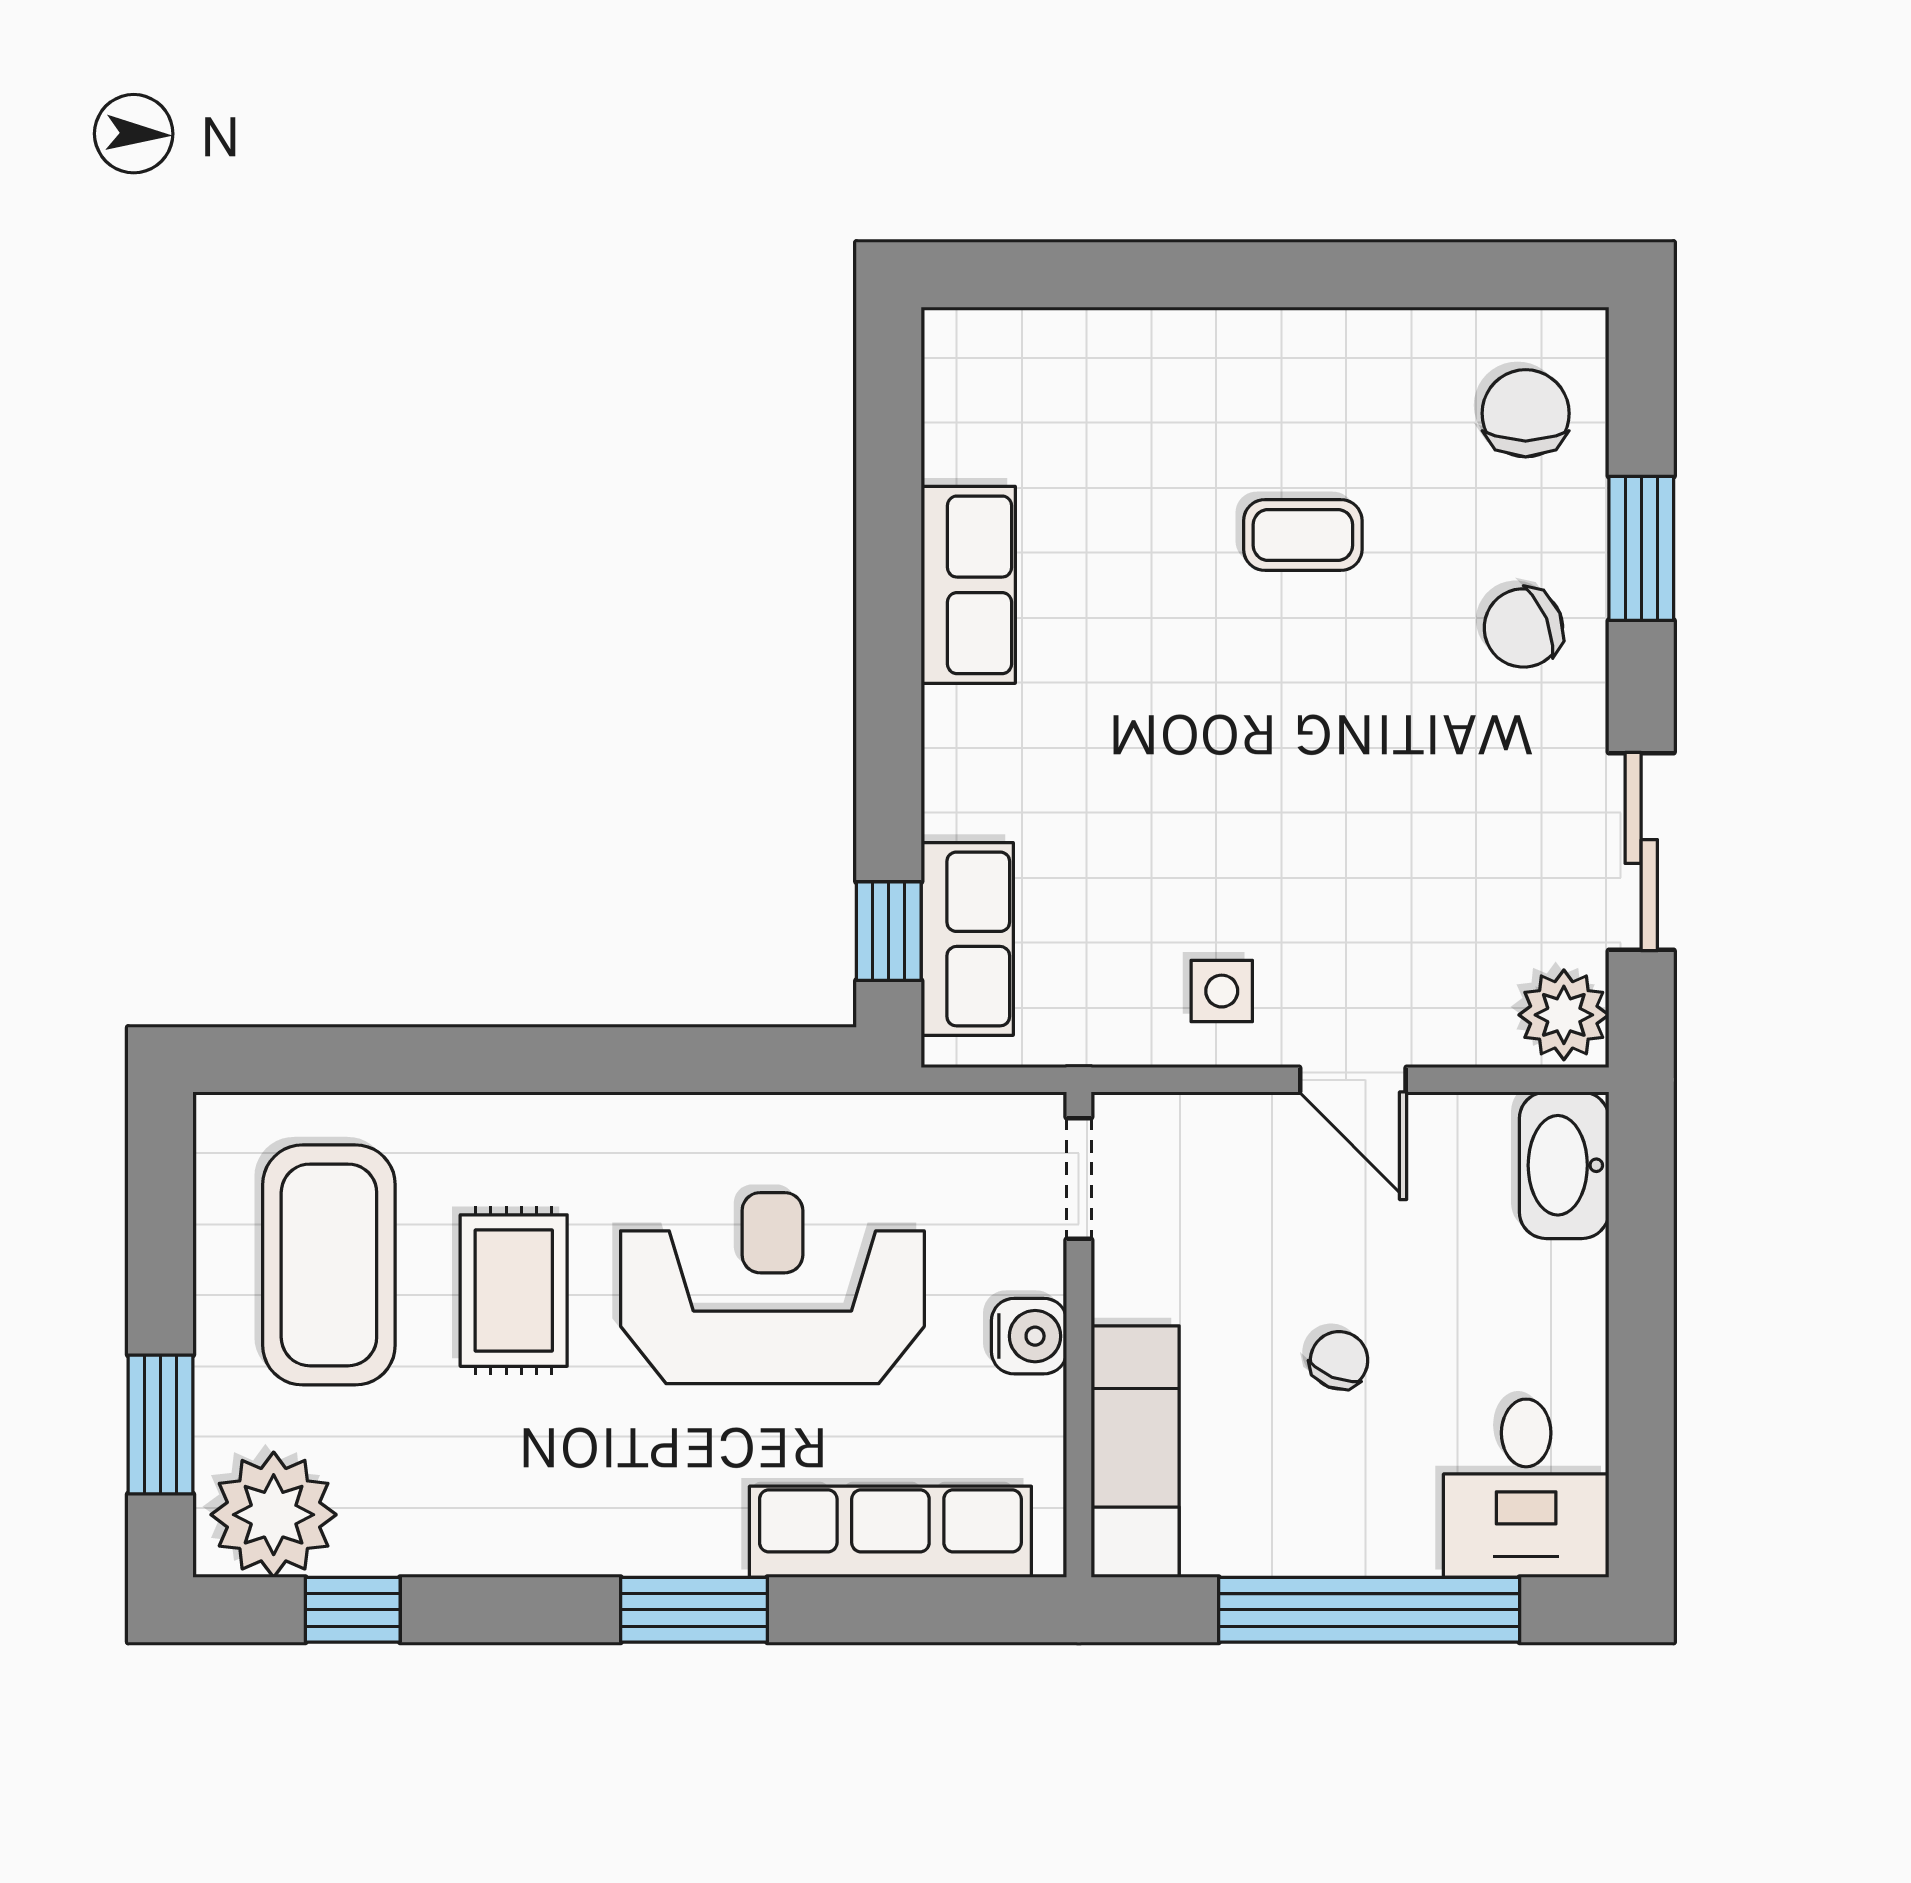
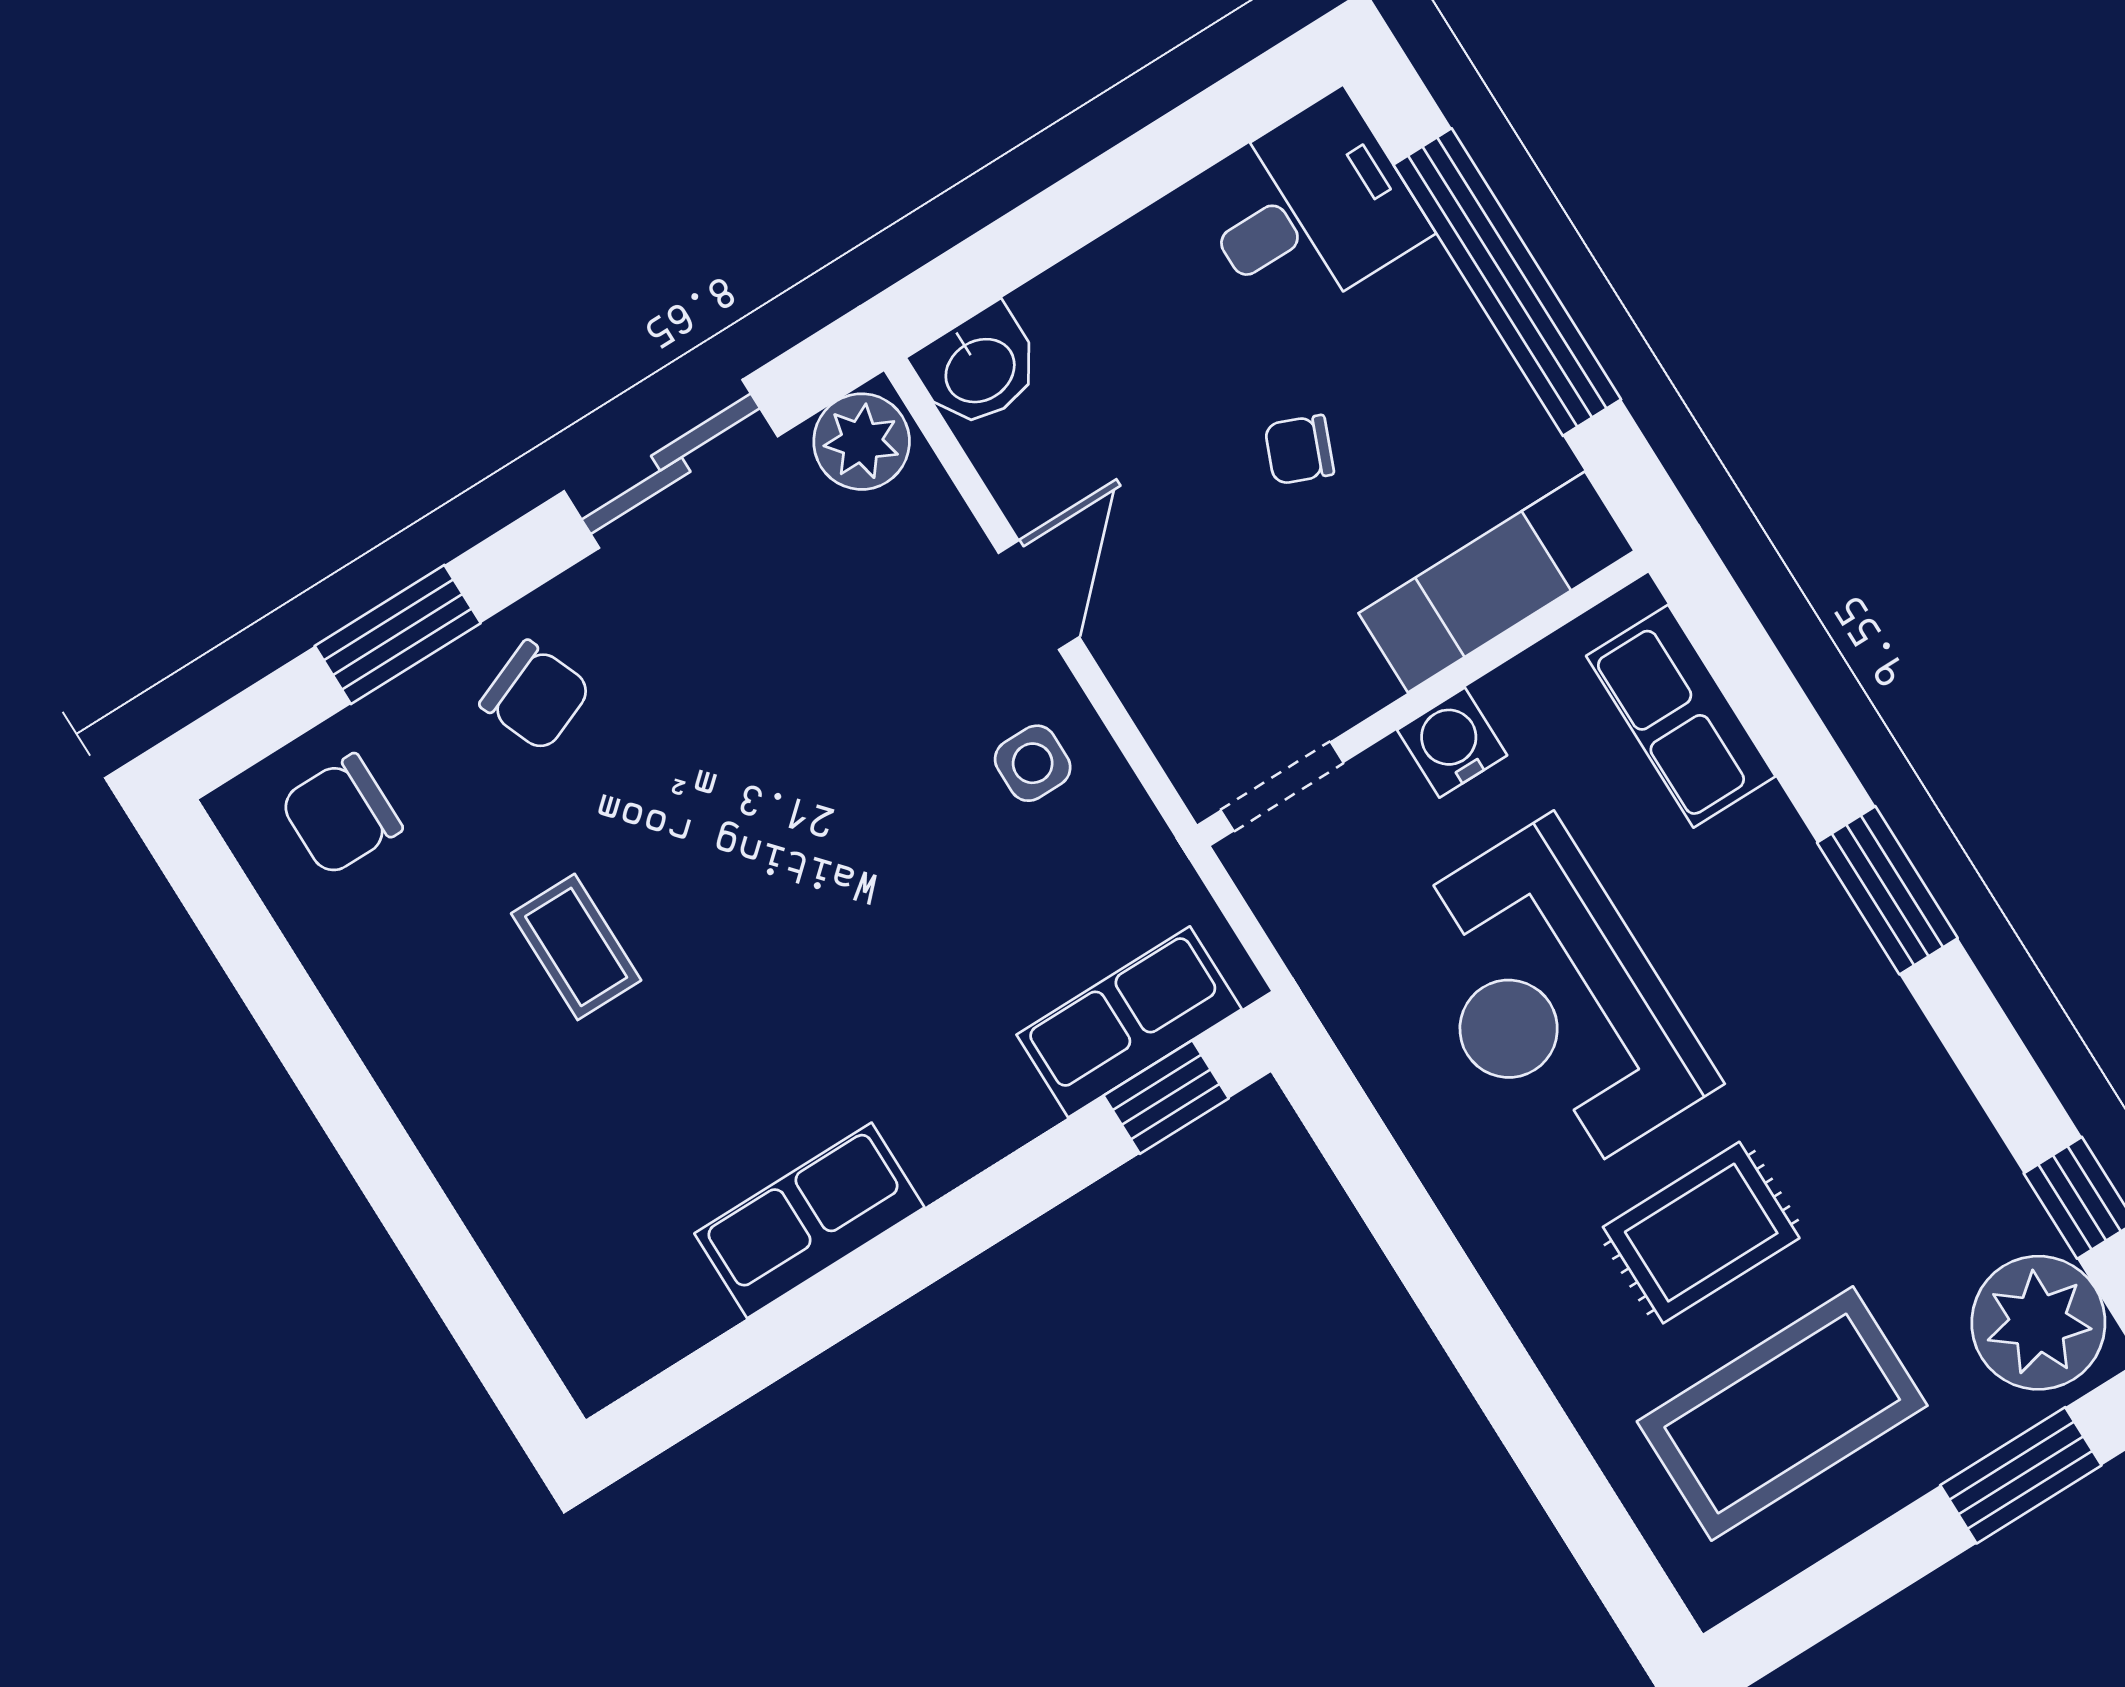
washbasin: (1564, 1165) -> (979, 368), width x0.72
row of seats: (890, 1532) -> (1681, 716), width x0.68

